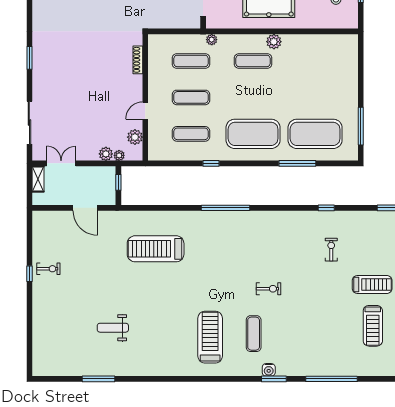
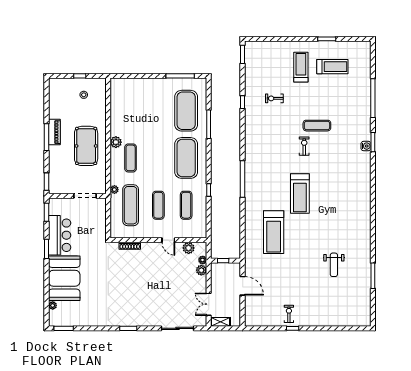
exercise mat: (191, 61) -> (131, 205), width x1.36, depth x1.45
door: (85, 208) -> (243, 286), hinge flipped
exercise mat: (254, 334) -> (317, 126), moved
treadmill: (210, 337) -> (300, 194), moved, turned -90

